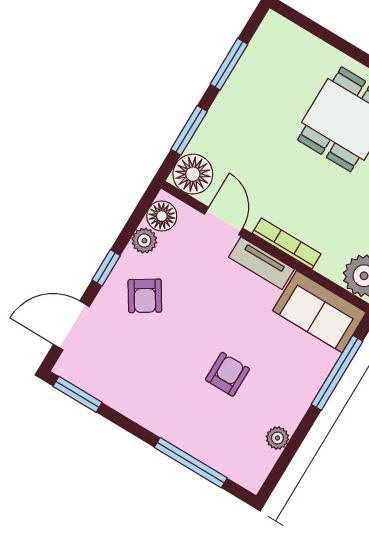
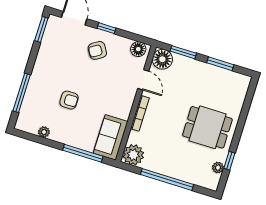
door: (224, 221) -> (143, 80), hinge flipped
plant: (144, 241) -> (124, 44), removed
tv unit: (262, 263) -> (127, 103), removed

